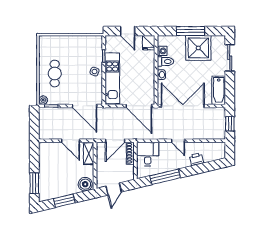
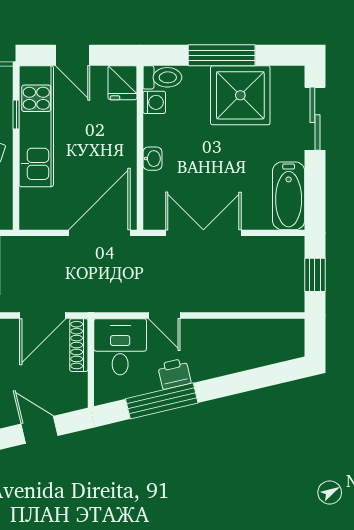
toilet: (165, 61) -> (162, 77), moved
kitchen unit: (112, 78) -> (36, 126), moved
door: (139, 106) -> (99, 233), swing flipped
double door: (183, 106) -> (203, 233), width x0.73
door: (178, 141) -> (164, 315), moved
printer: (196, 159) -> (174, 374), moved
door: (114, 189) -> (40, 430), swing flipped

